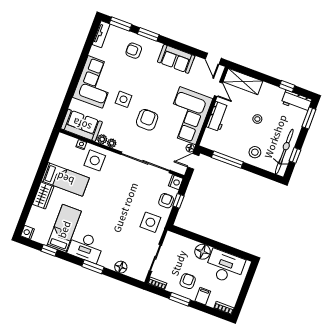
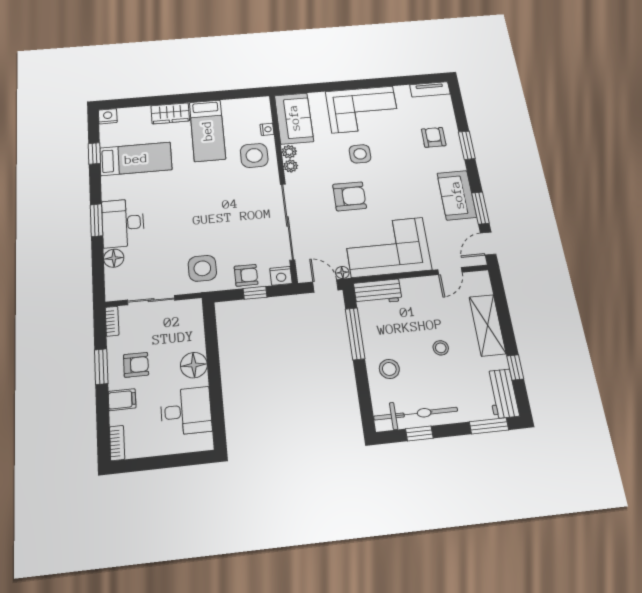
window: (120, 24) -> (480, 208), moved
shelving: (243, 81) -> (487, 325), moved
workbench: (218, 116) -> (378, 292), moved
desk: (86, 247) -> (123, 223), moved
desk: (225, 267) -> (186, 411), width x0.73

